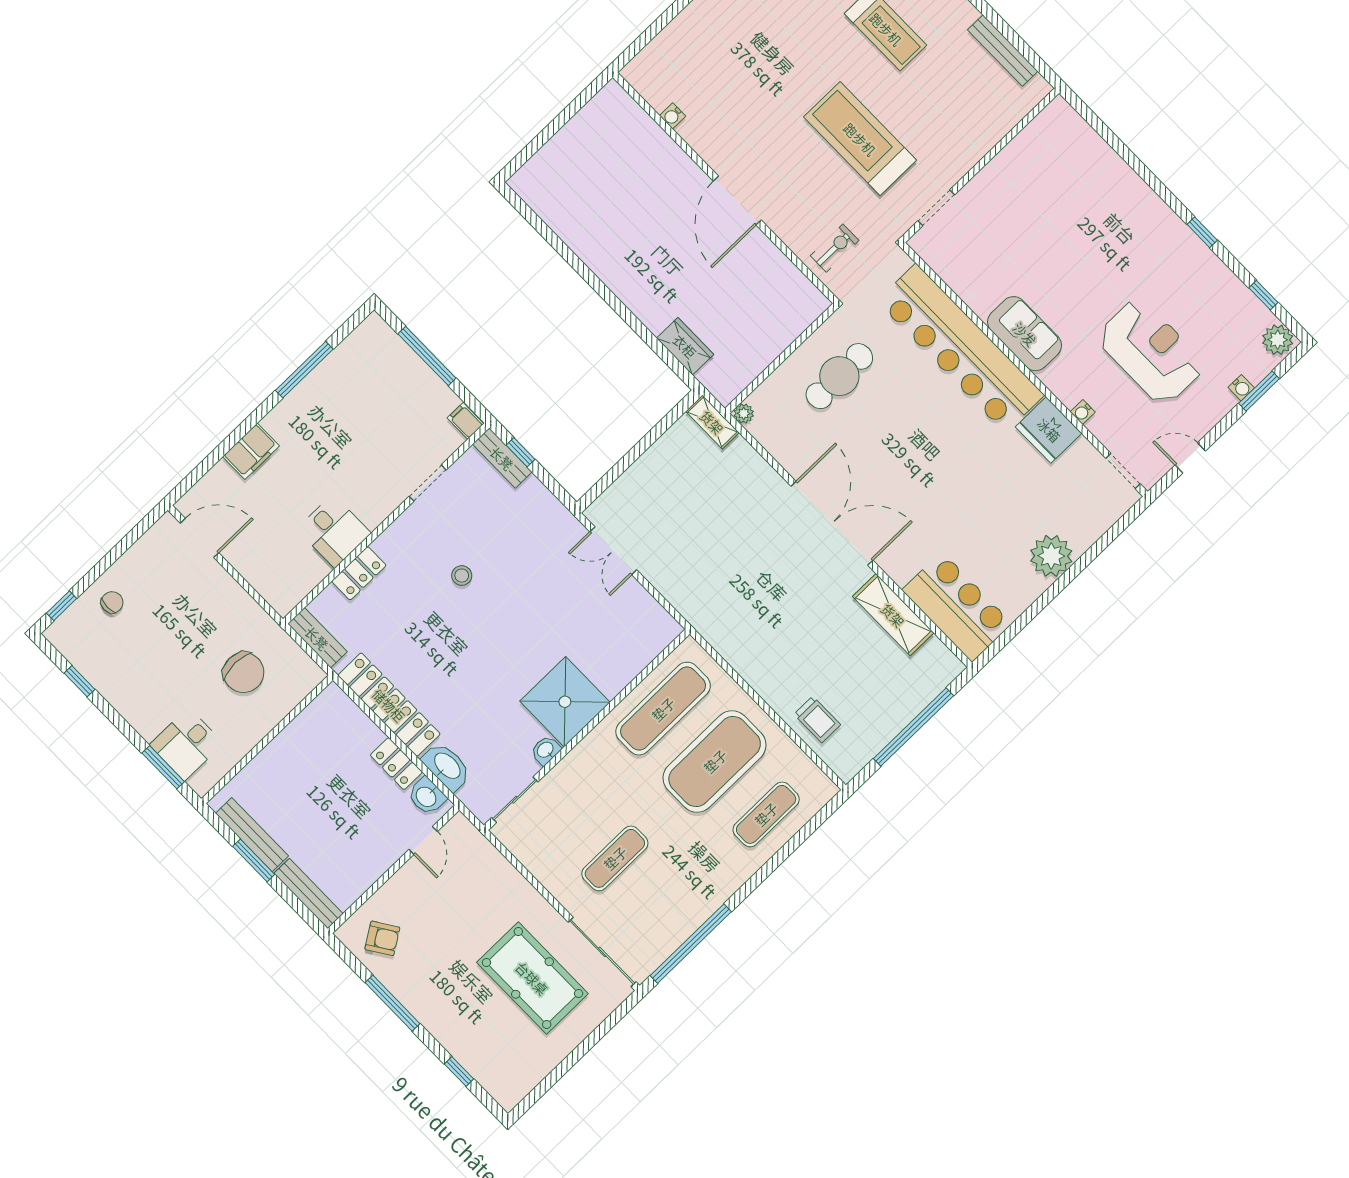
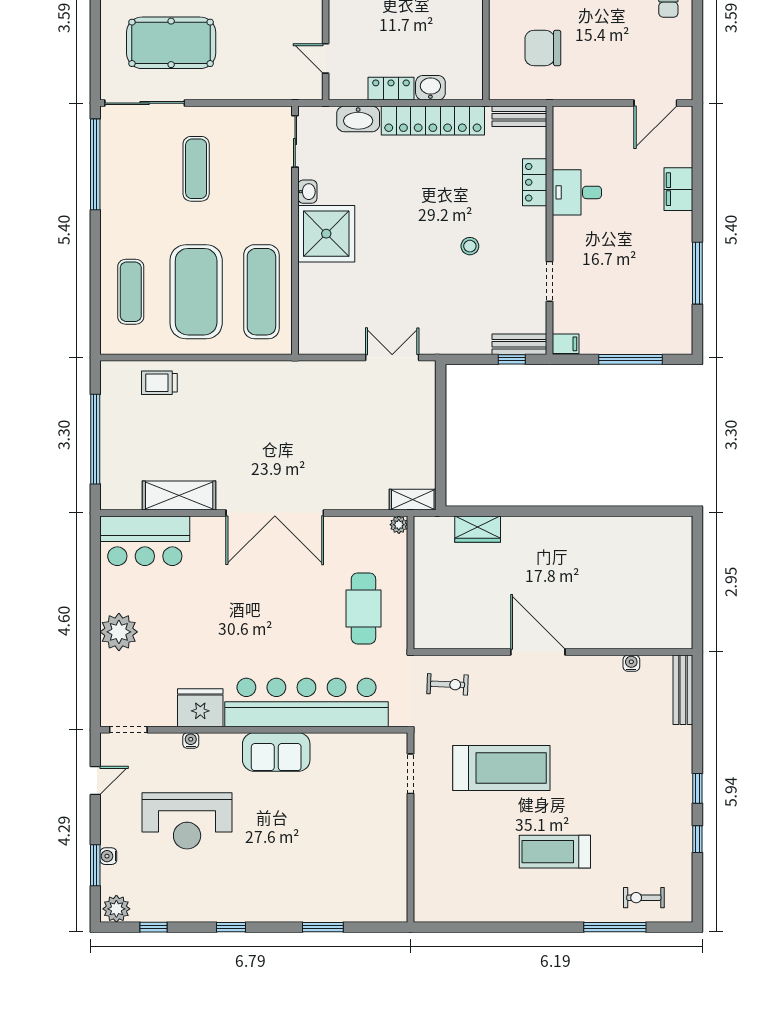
bench: (1003, 51) -> (683, 690), moved, turned 90
window: (1130, 158) -> (323, 927), added
exercise bike: (835, 248) -> (448, 684), turned -88
washbasin: (427, 796) -> (430, 88), moved

